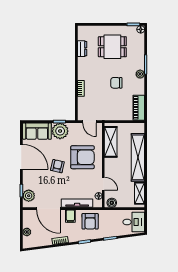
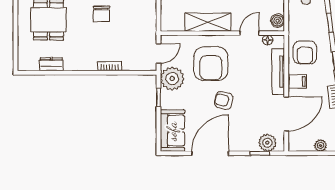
plant: (60, 131) -> (172, 79), moved
shelving: (111, 142) -> (208, 22), moved
armchair: (82, 157) -> (211, 64), turned 180
armchair: (90, 221) -> (305, 52), turned 90

